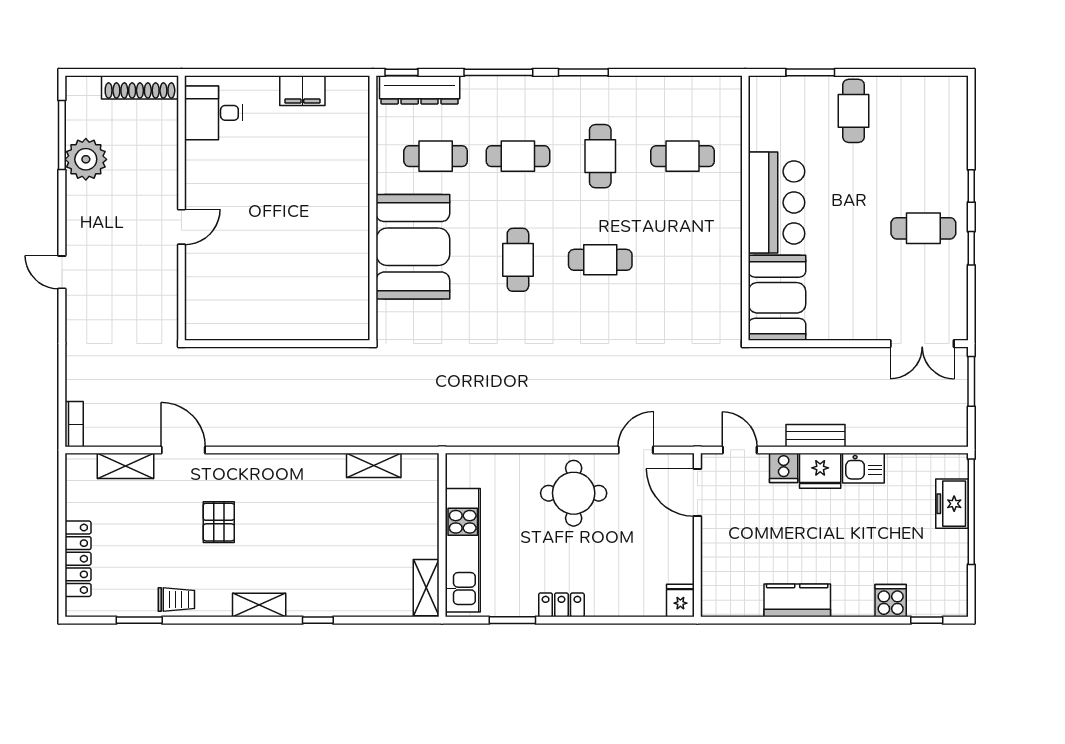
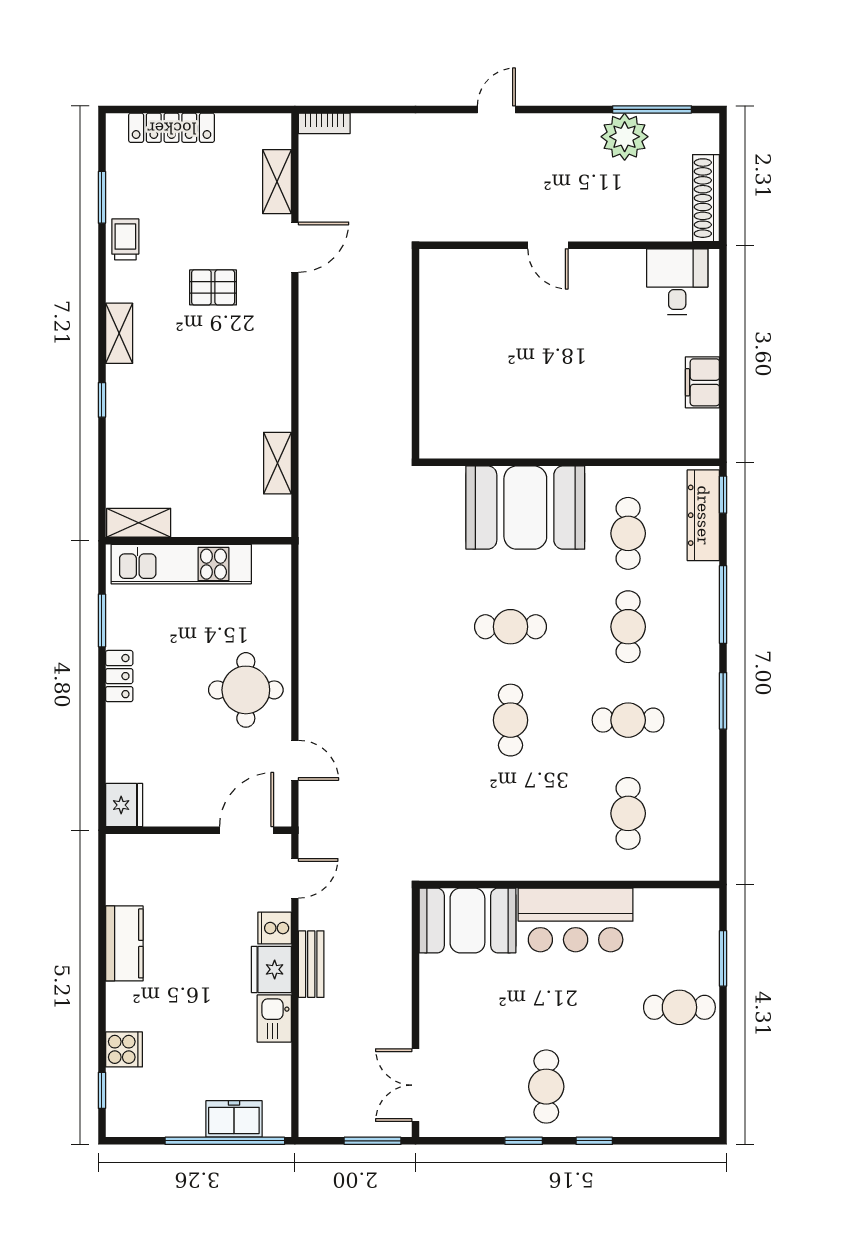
trolley: (176, 599) -> (125, 239), turned 180
fridge: (680, 601) -> (124, 805), width x1.38

